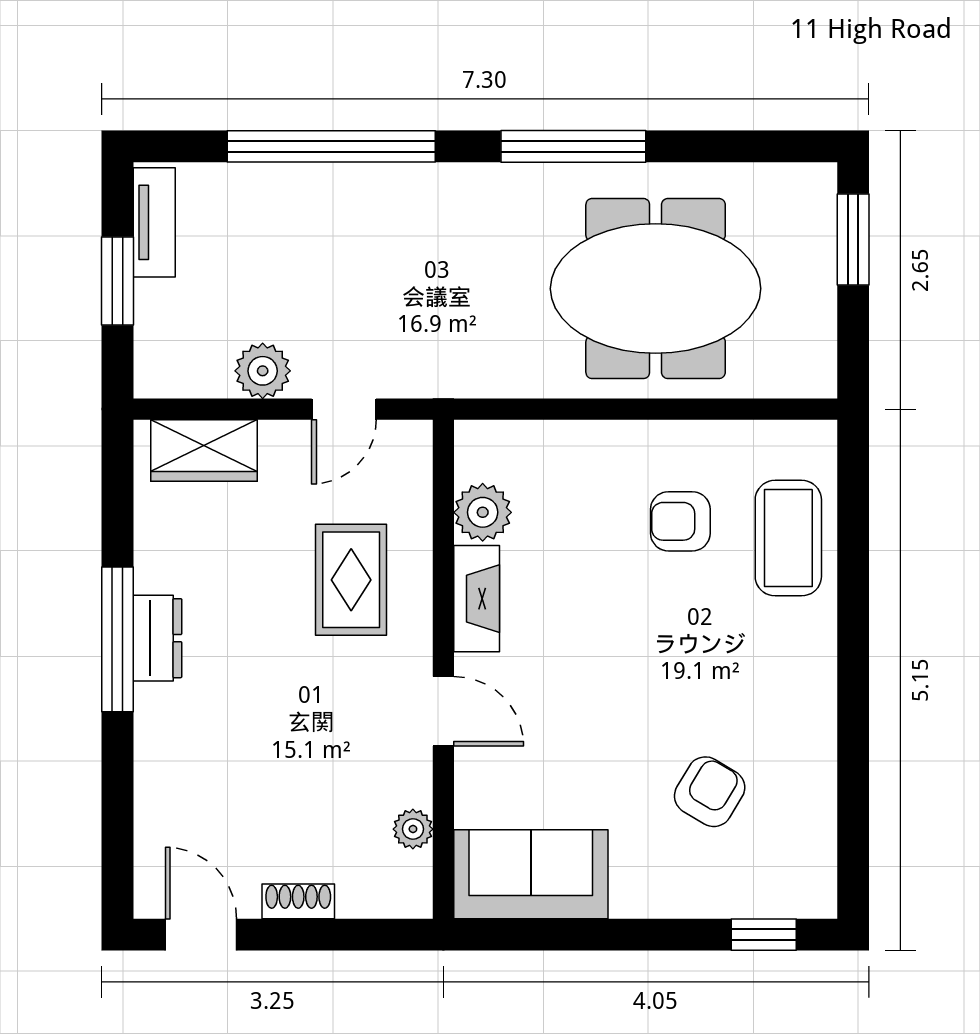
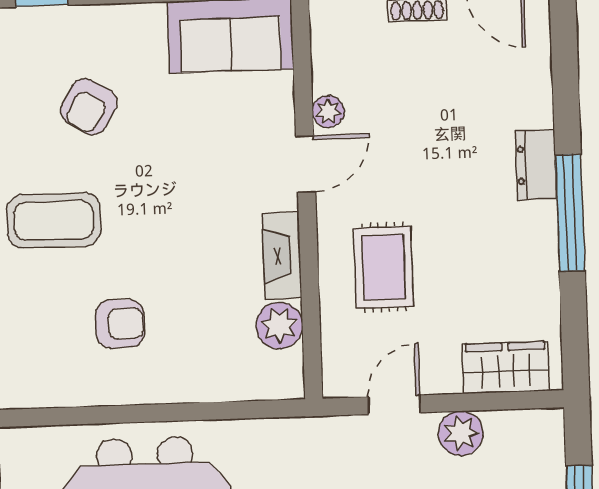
coffee table: (788, 538) -> (54, 221), moved, turned 90
dresser: (157, 638) -> (536, 165), moved
door: (443, 711) -> (306, 164), swing flipped
plant: (413, 829) -> (328, 112), moved

